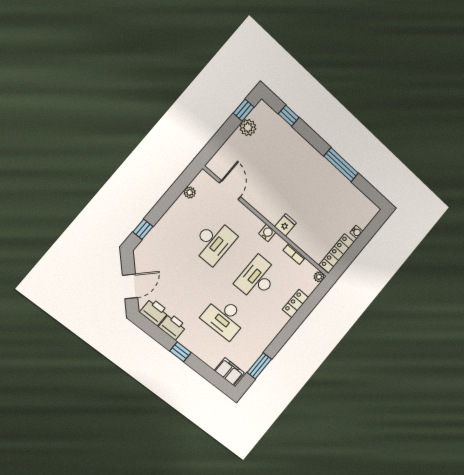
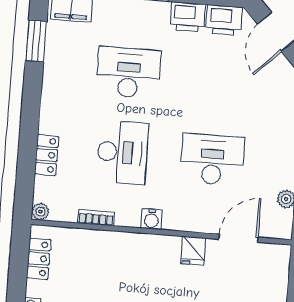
door: (230, 190) -> (238, 238), swing flipped
fridge: (285, 225) -> (193, 251), moved
desk: (214, 242) -> (212, 159), turned 90
locker: (337, 253) -> (39, 259), width x0.66

